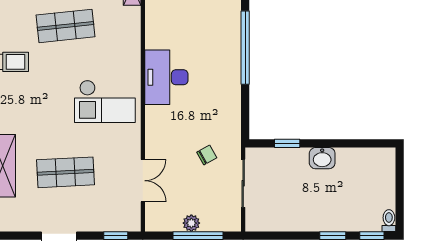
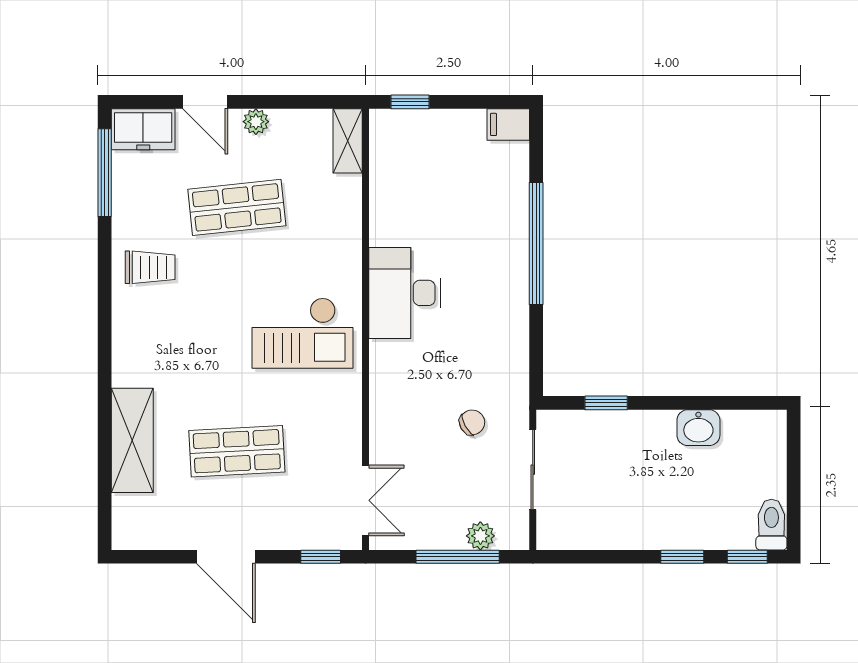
washbasin: (322, 158) -> (698, 428), moved
double door: (143, 181) -> (366, 500), moved
toilet: (389, 221) -> (771, 525), width x1.37, depth x1.39
plant: (191, 223) -> (480, 536), moved

